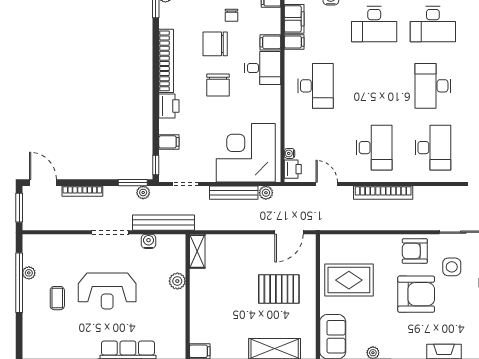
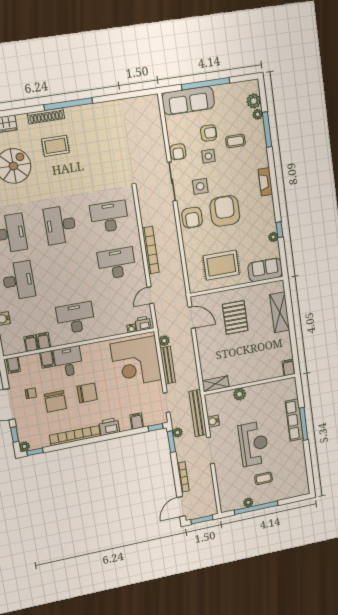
filing cabinet: (294, 19) -> (31, 343), width x0.50
desk: (433, 86) -> (60, 225), turned 90
rug: (349, 280) -> (221, 265), turned 90

